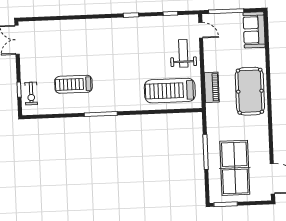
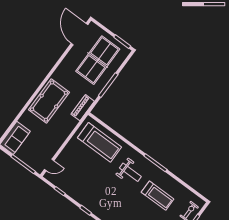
door: (201, 30) -> (49, 165), swing flipped
weight bench: (183, 53) -> (130, 172), moved, turned -90
piano: (212, 87) -> (83, 108), moved

